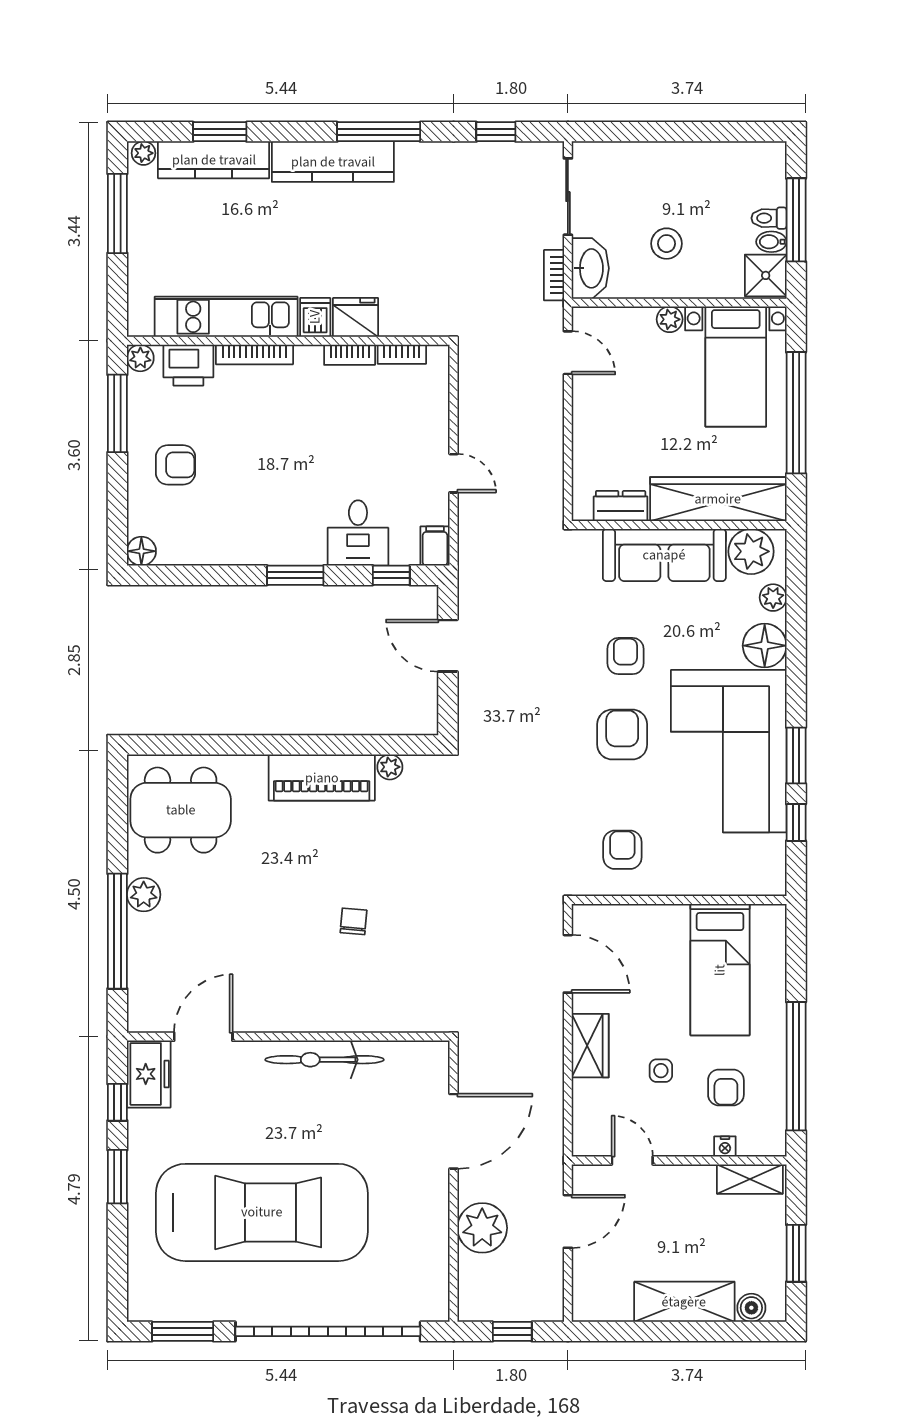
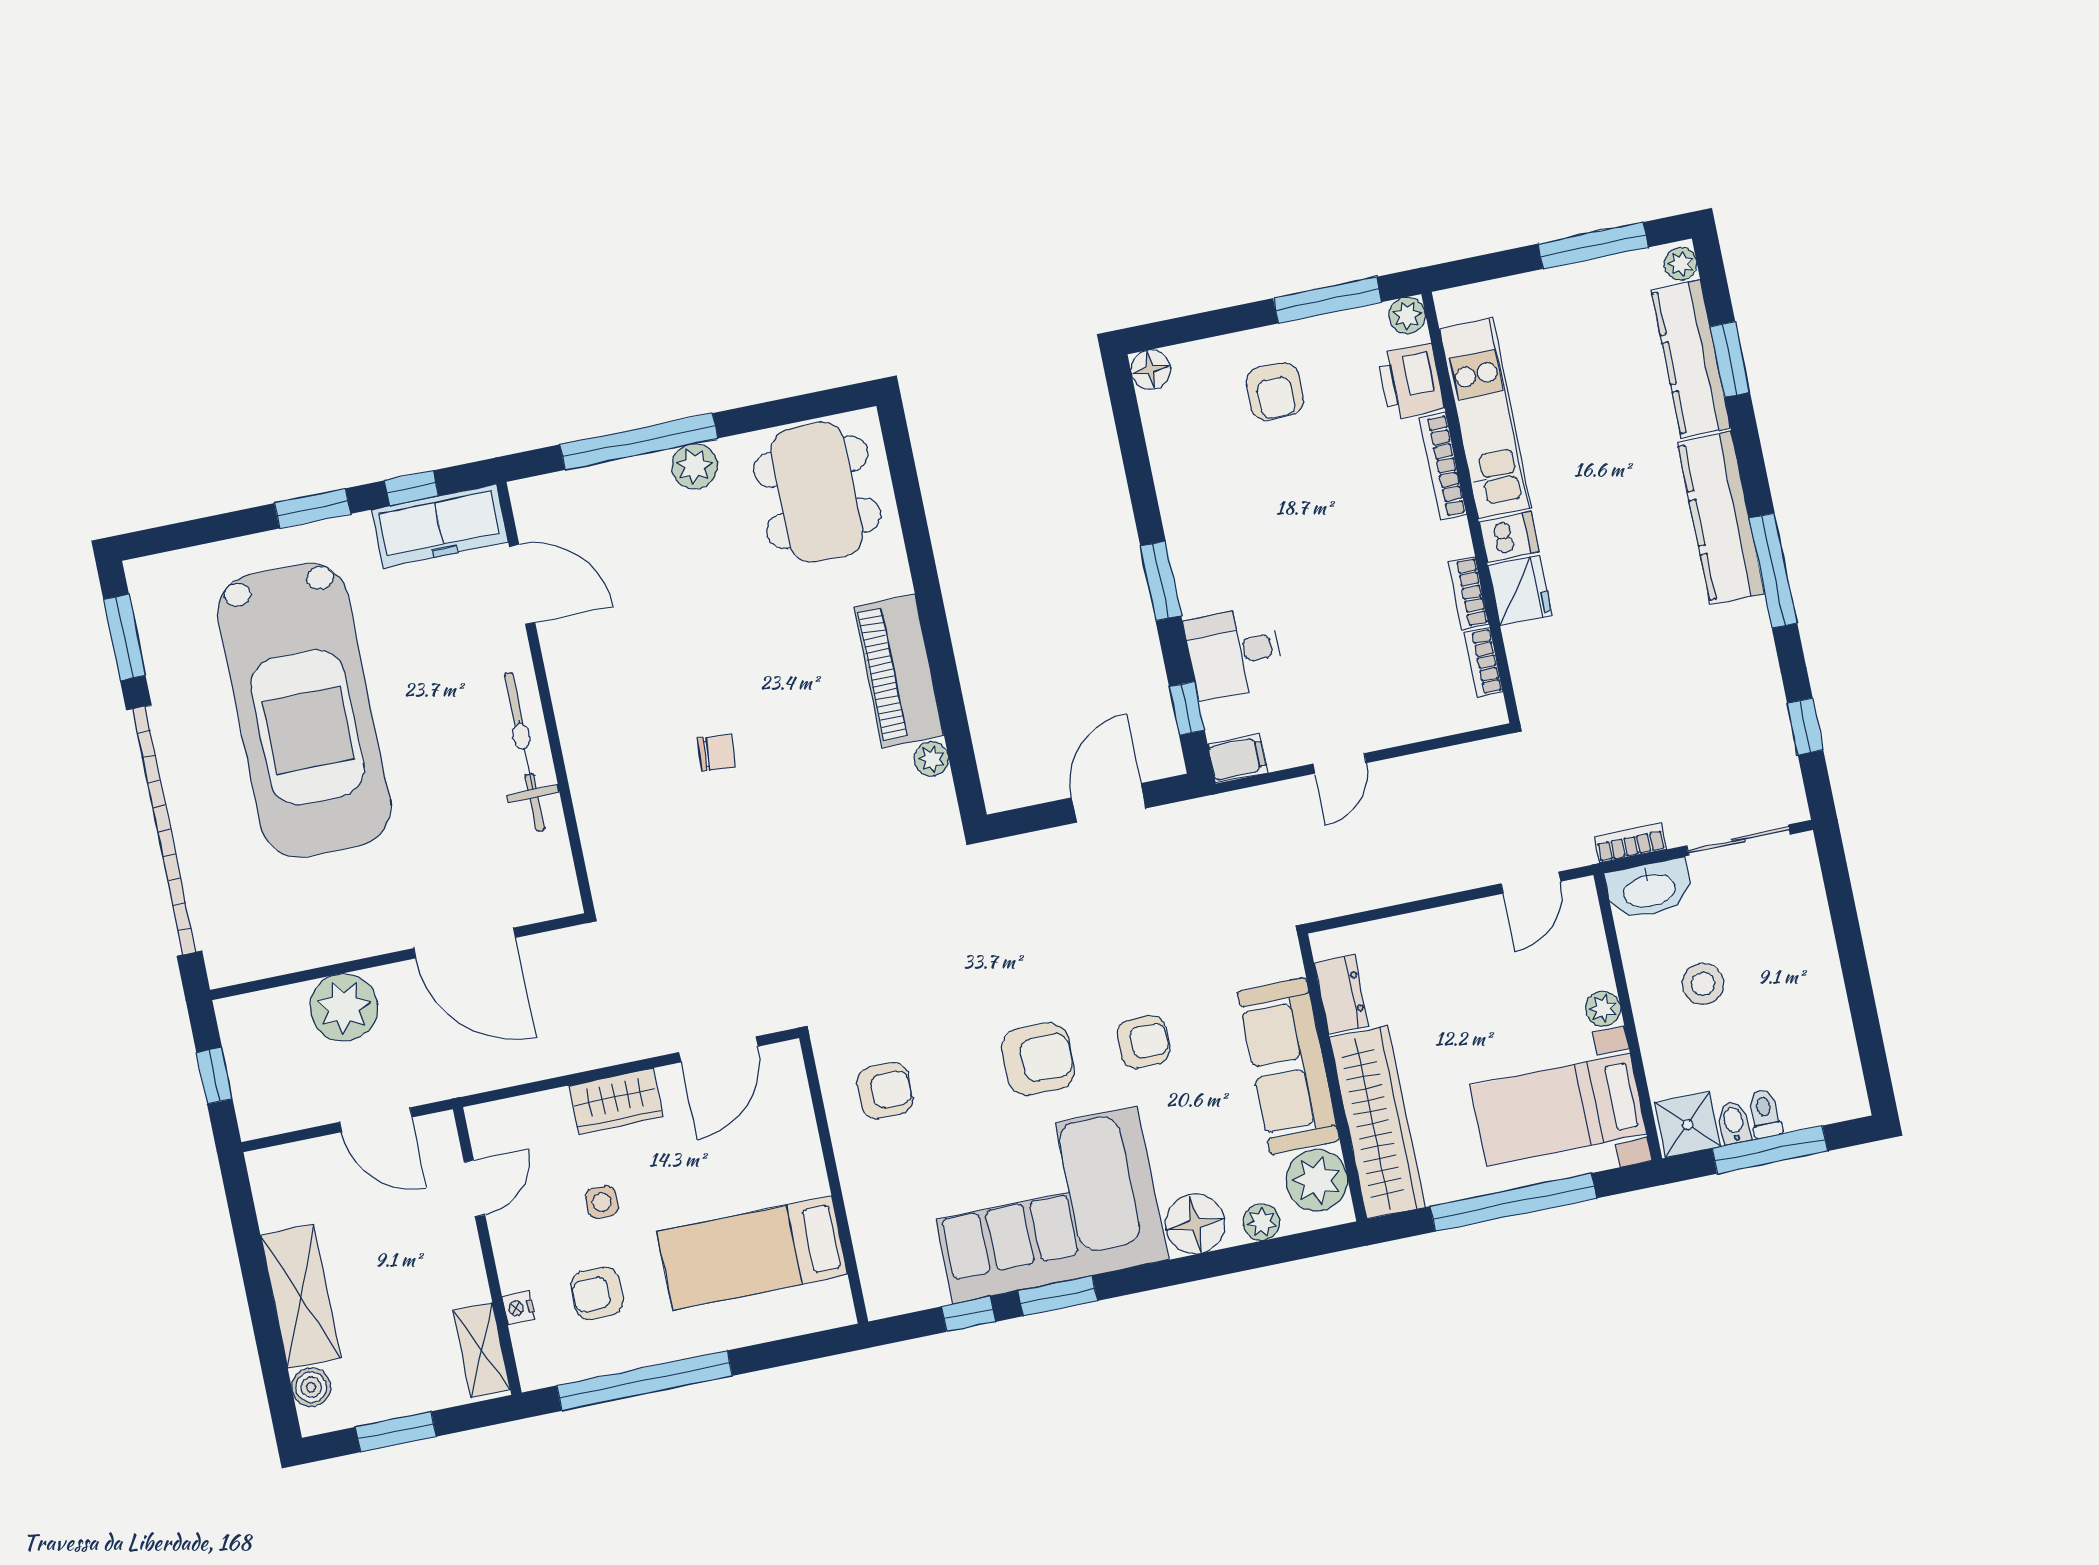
freezer: (149, 1074) -> (440, 526), width x1.40

